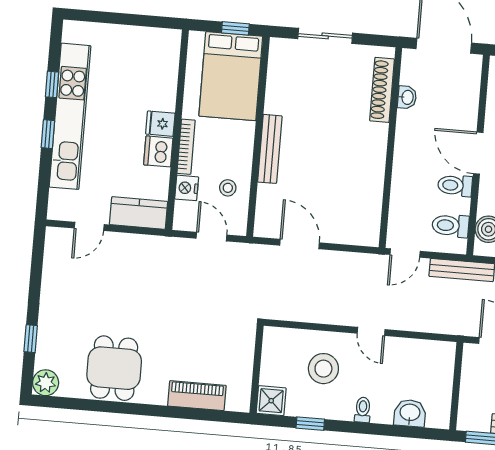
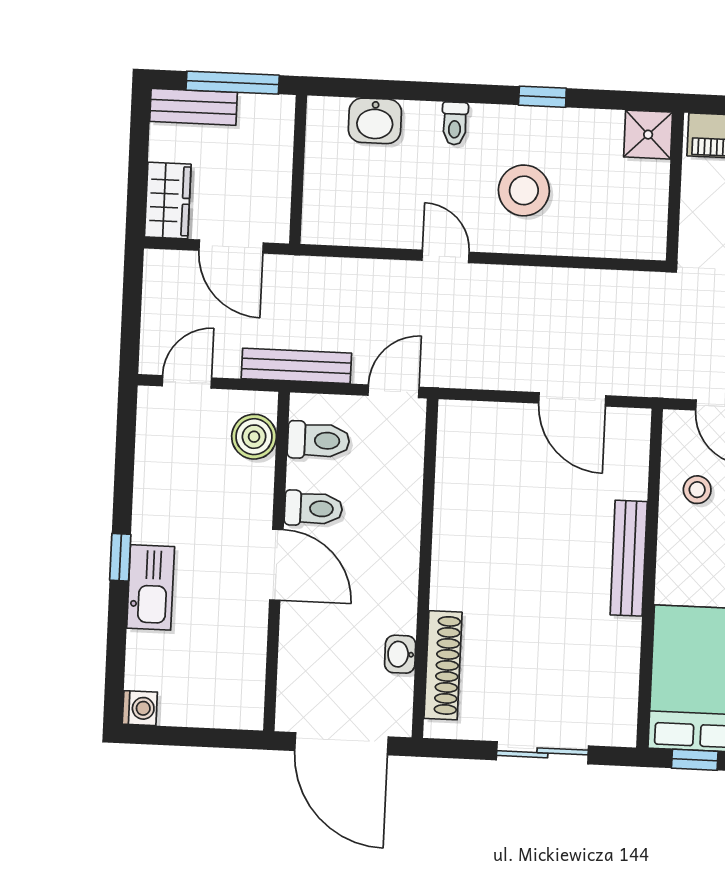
wall: (256, 369) -> (675, 187), moved
shower: (271, 401) -> (648, 135), moved

